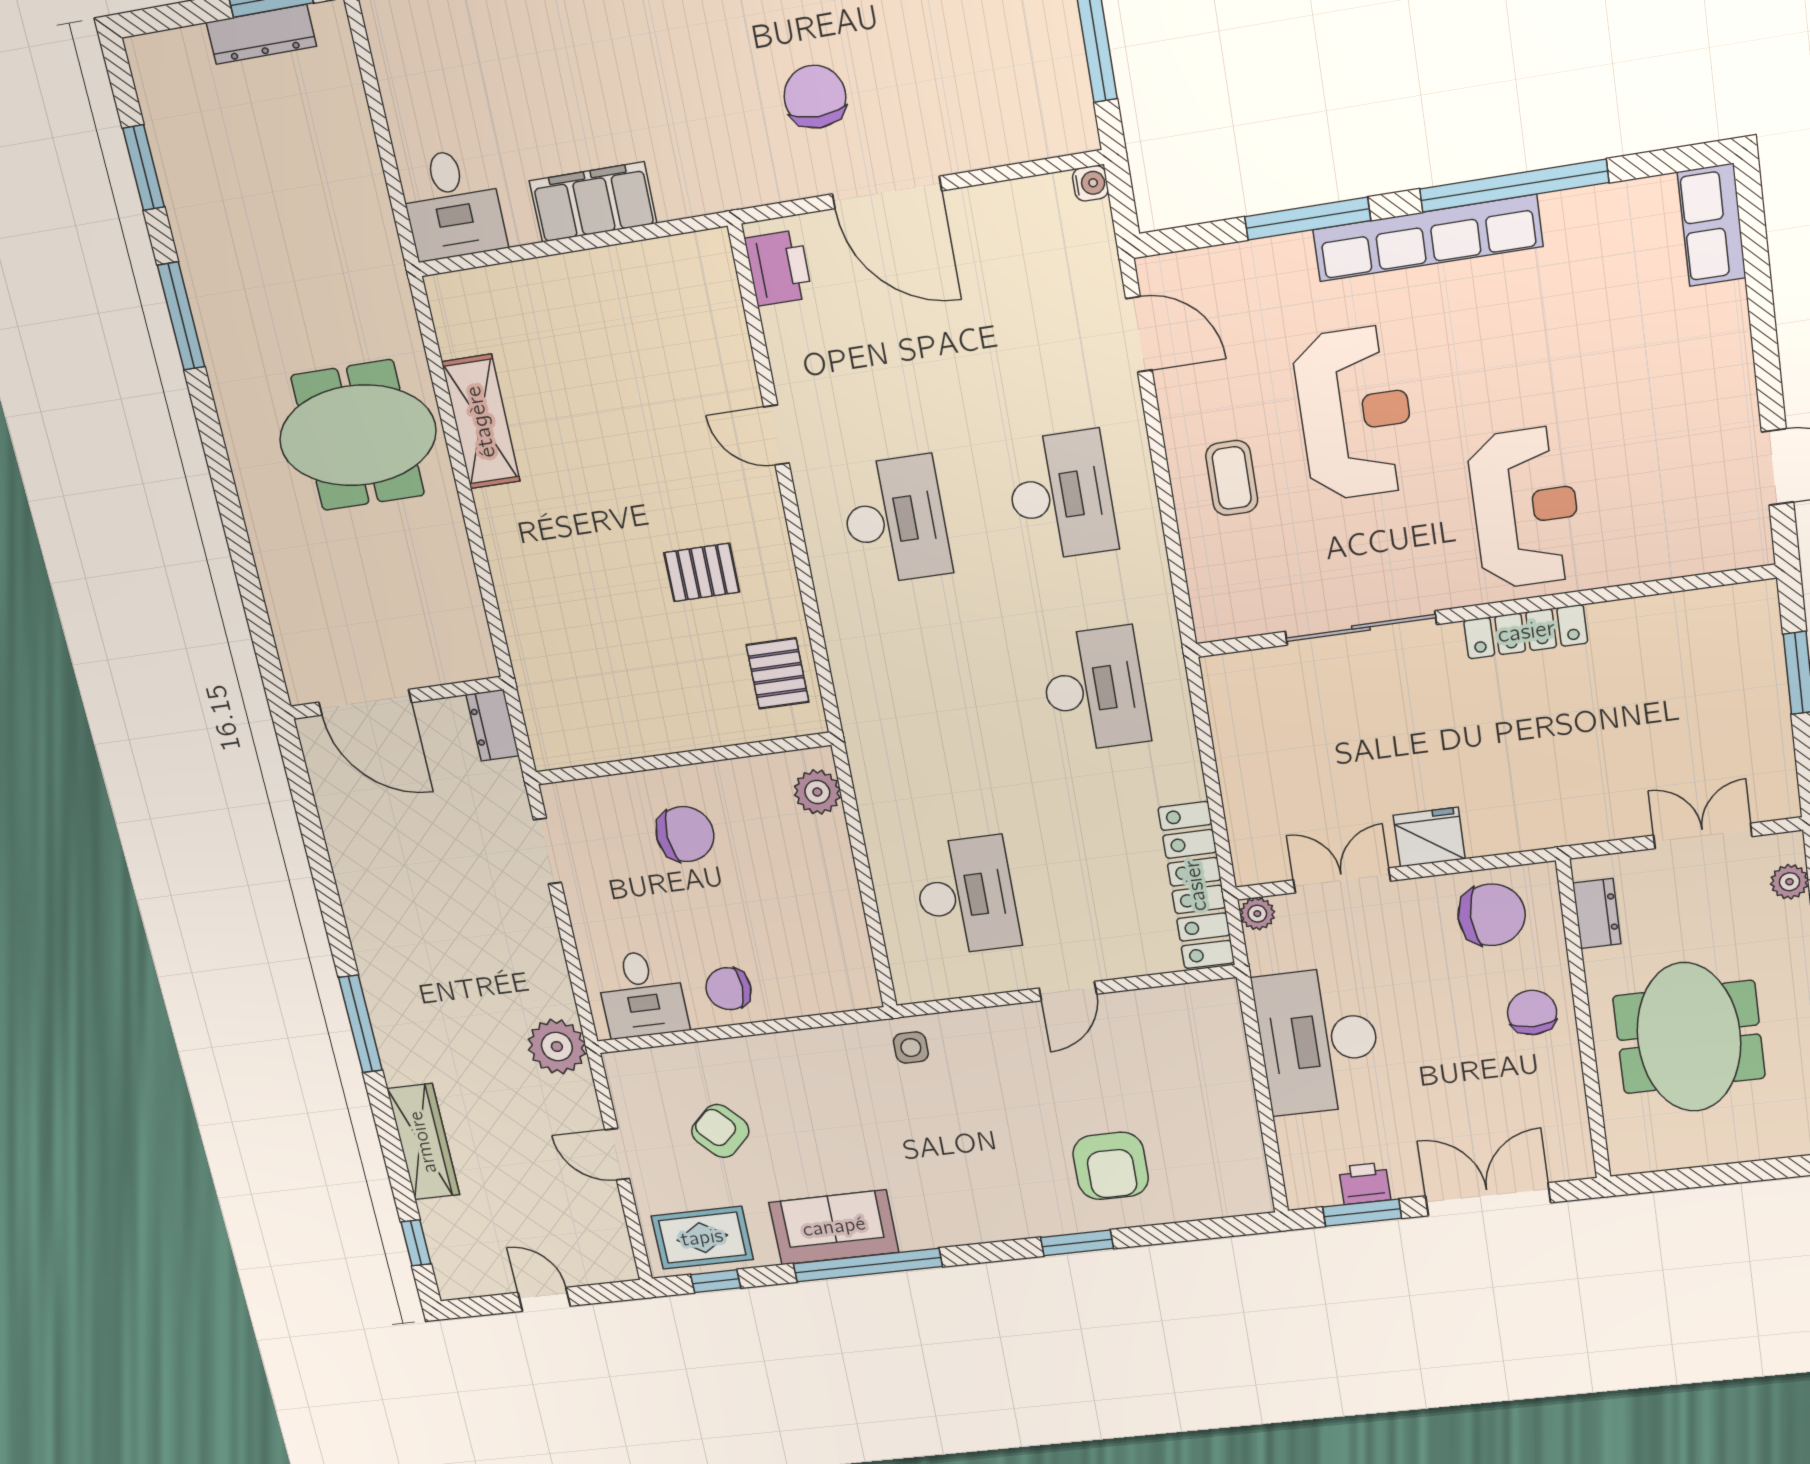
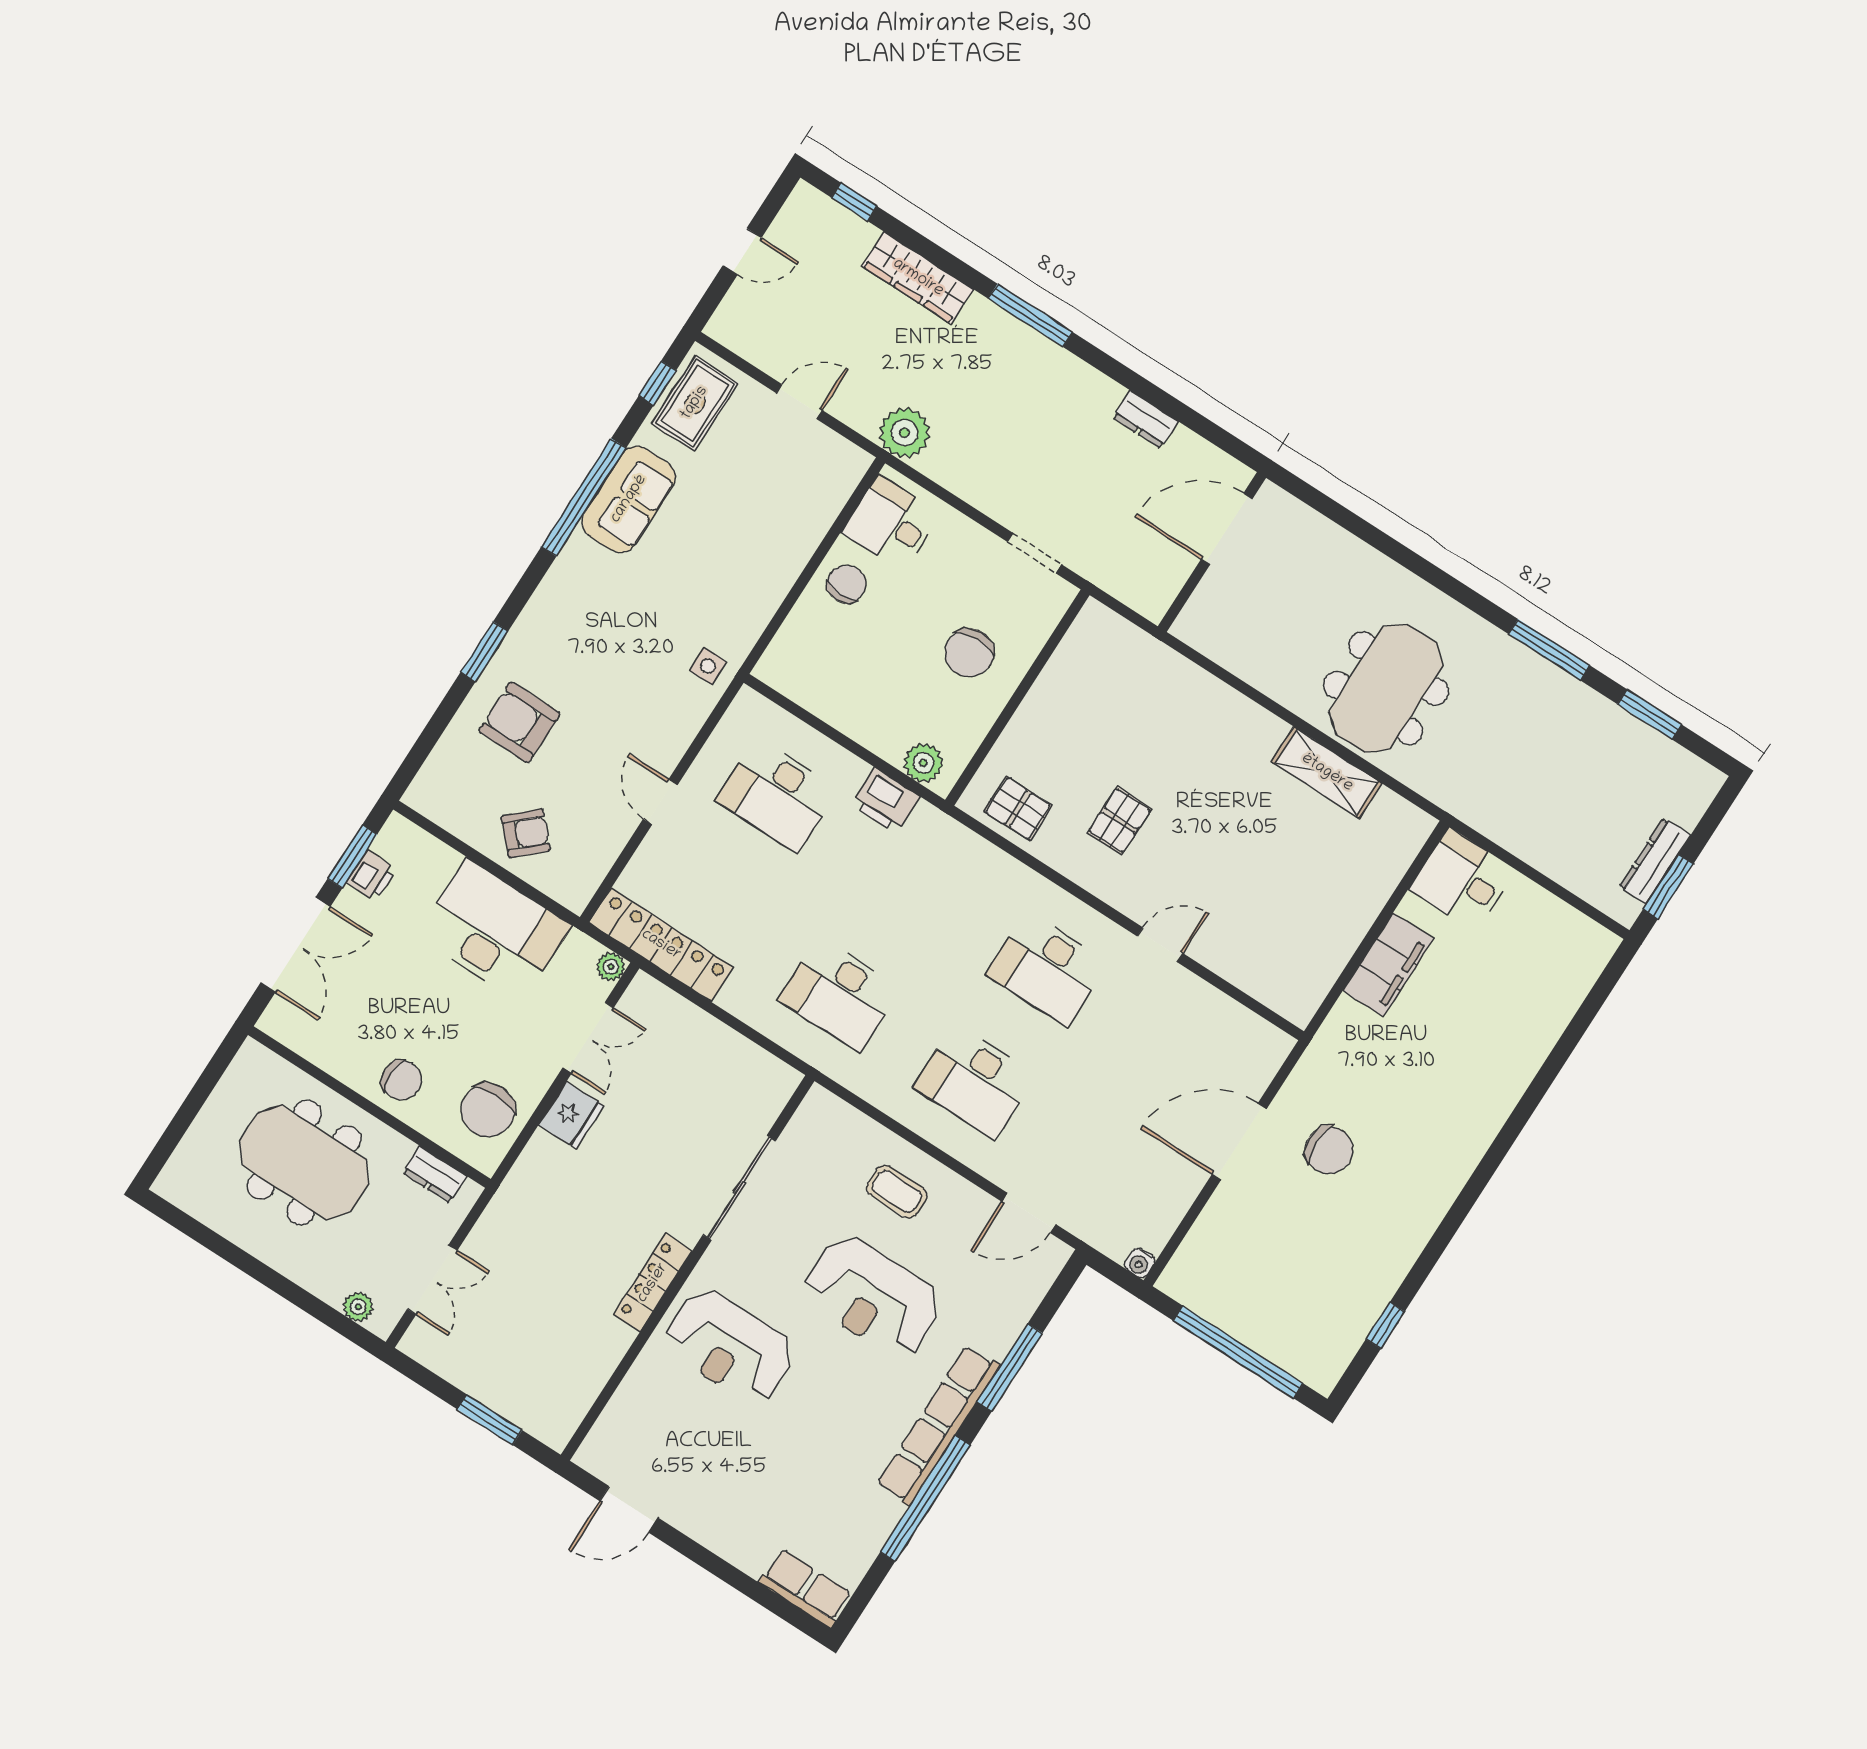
printer: (778, 268) -> (885, 801), moved
dresser: (493, 725) -> (1145, 419), moved, turned 180
armchair: (720, 1131) -> (526, 833), moved

